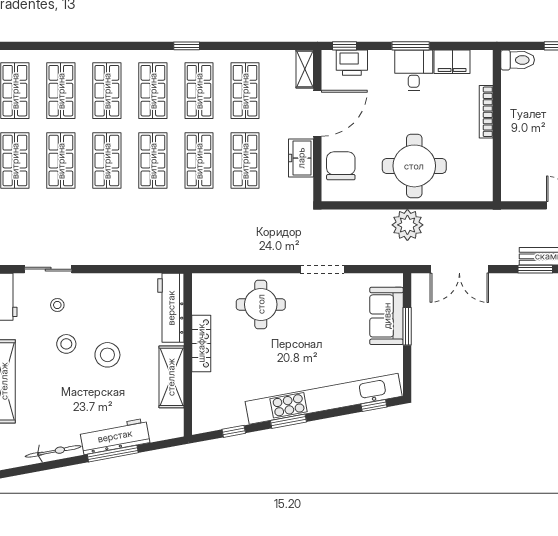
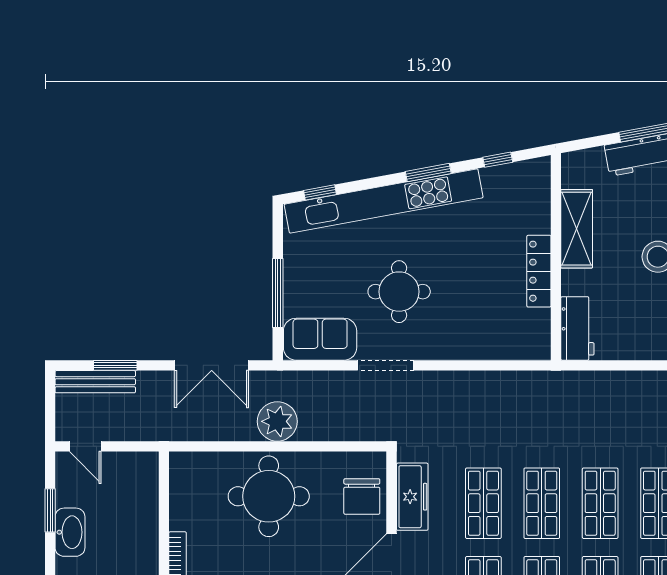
freezer: (301, 158) -> (412, 497), width x1.40
double door: (459, 269) -> (212, 365), swing flipped
round table: (261, 304) -> (399, 292), moved
workbench: (171, 308) -> (577, 328), width x0.73
sofa: (387, 316) -> (320, 339), moved, turned -90
window: (407, 326) -> (278, 293), width x1.44

